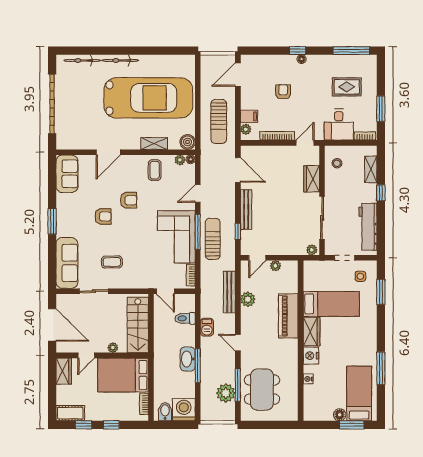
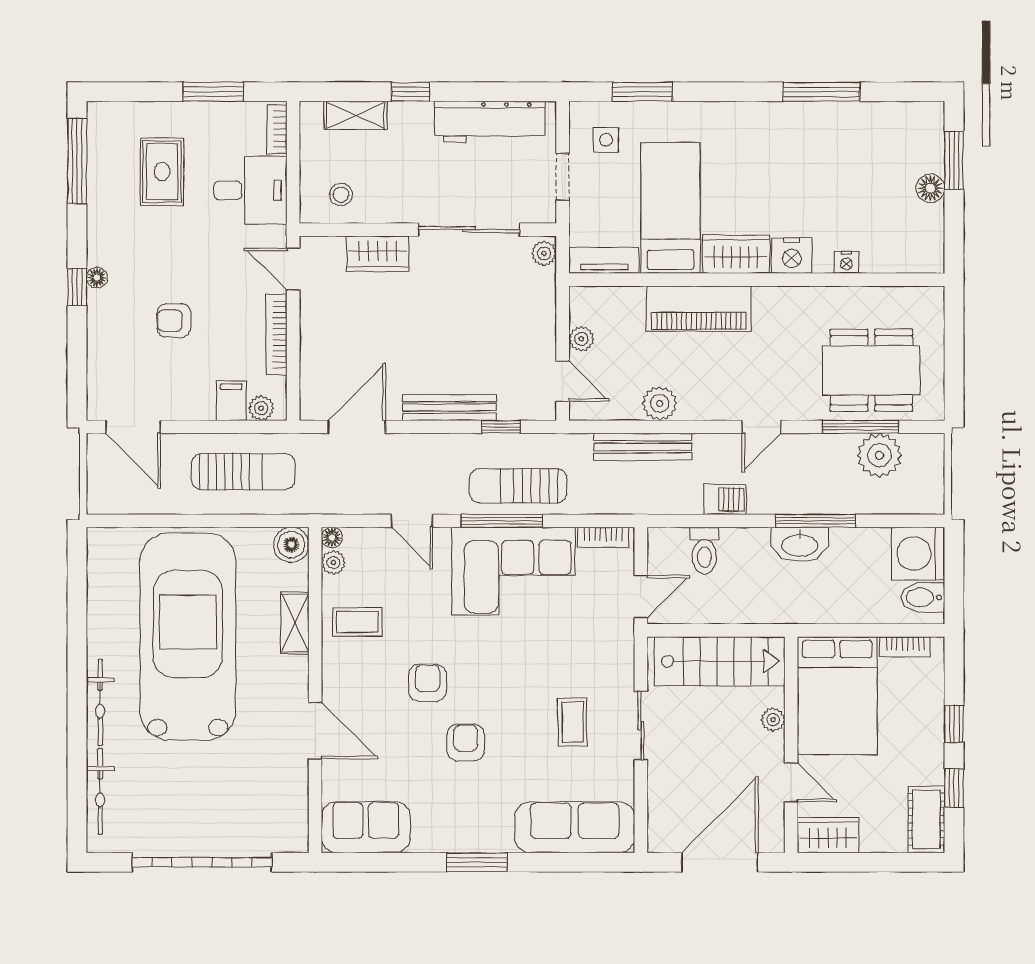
tv unit: (309, 276) -> (604, 260), added
sliding door: (94, 291) -> (641, 726), moved
bed: (359, 393) -> (880, 143), removed

